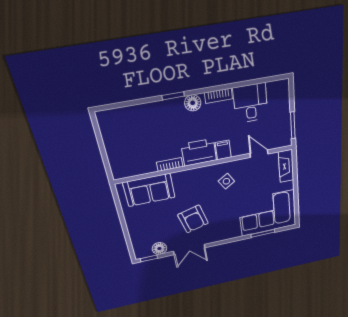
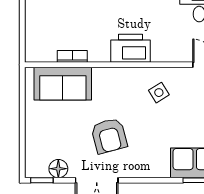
filing cabinet: (223, 150) -> (160, 51), removed
bookcase: (170, 165) -> (72, 56), moved

